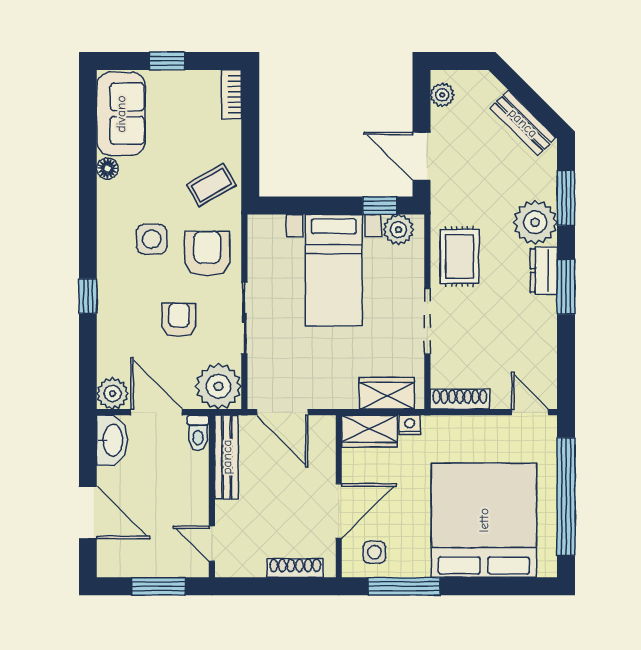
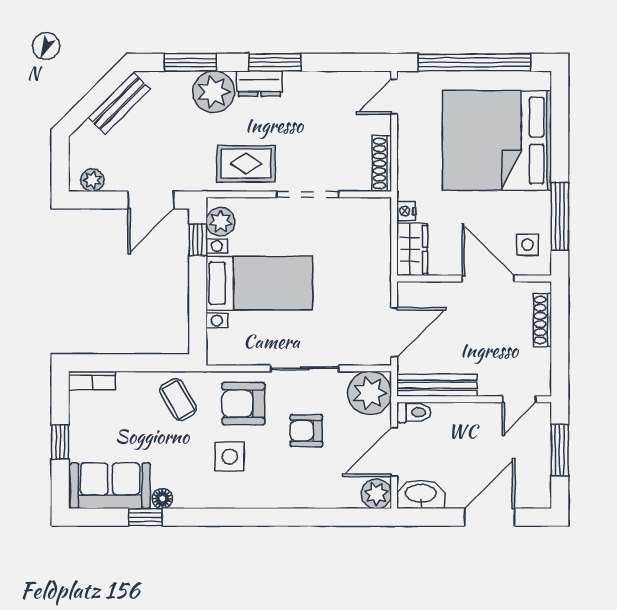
window: (88, 296) -> (146, 517), moved
wardrobe: (387, 393) -> (376, 233), removed

